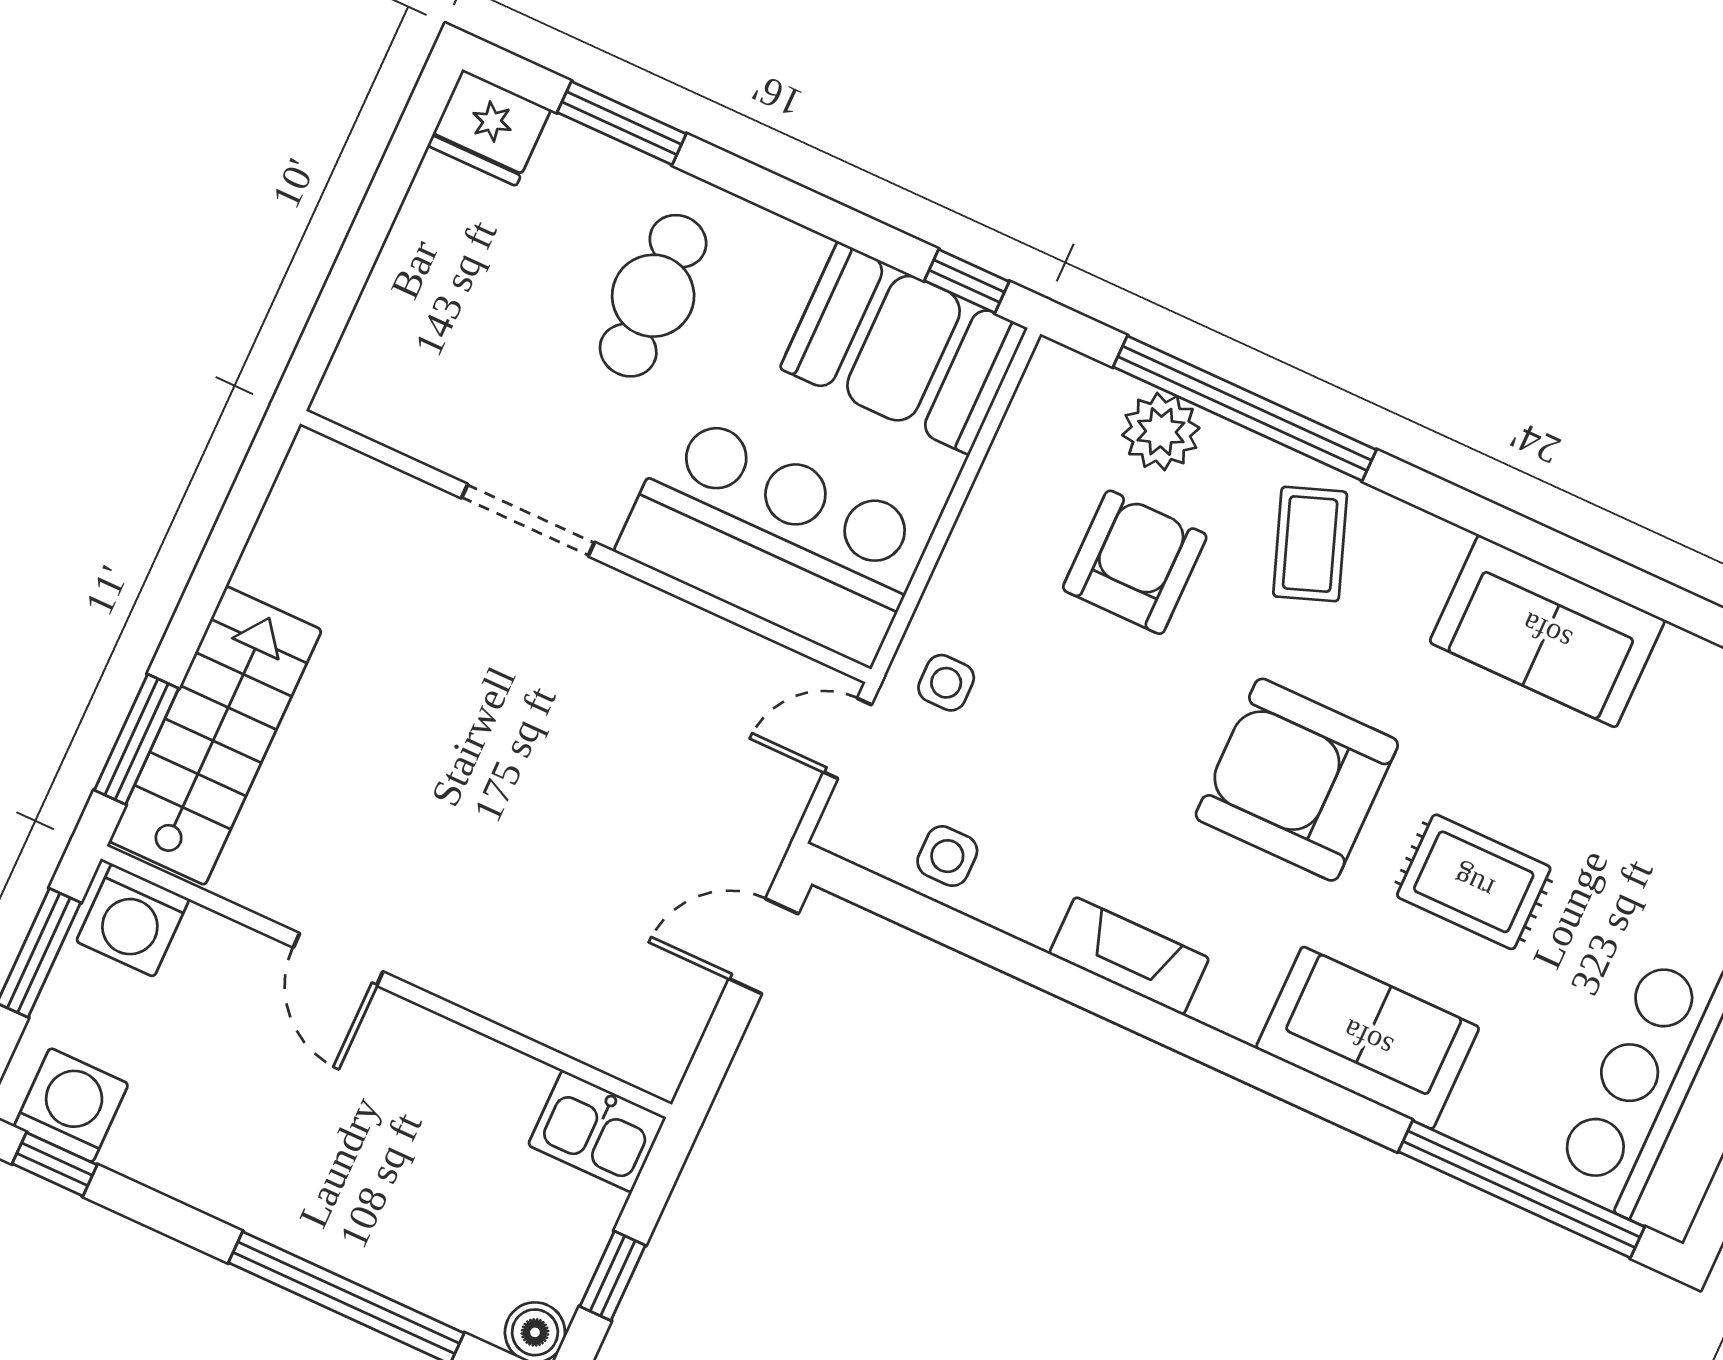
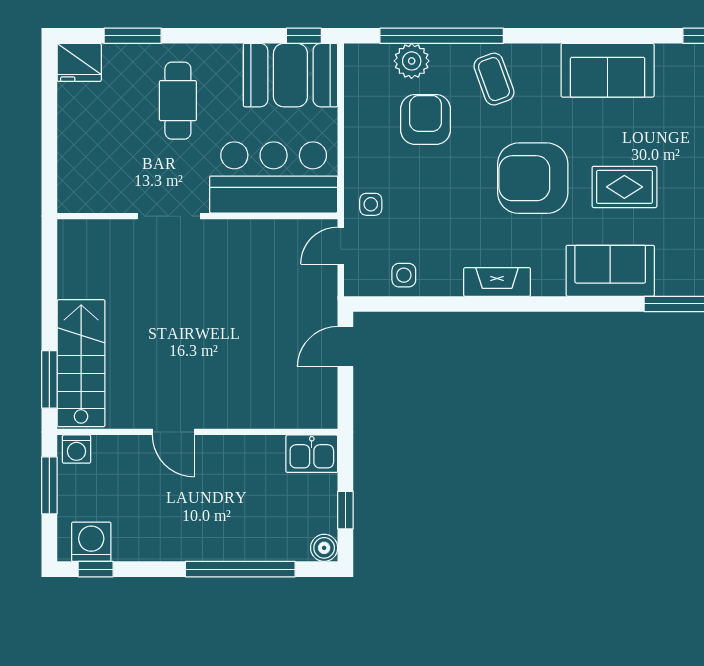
washing machine: (133, 920) -> (77, 449), width x0.73, depth x0.73

